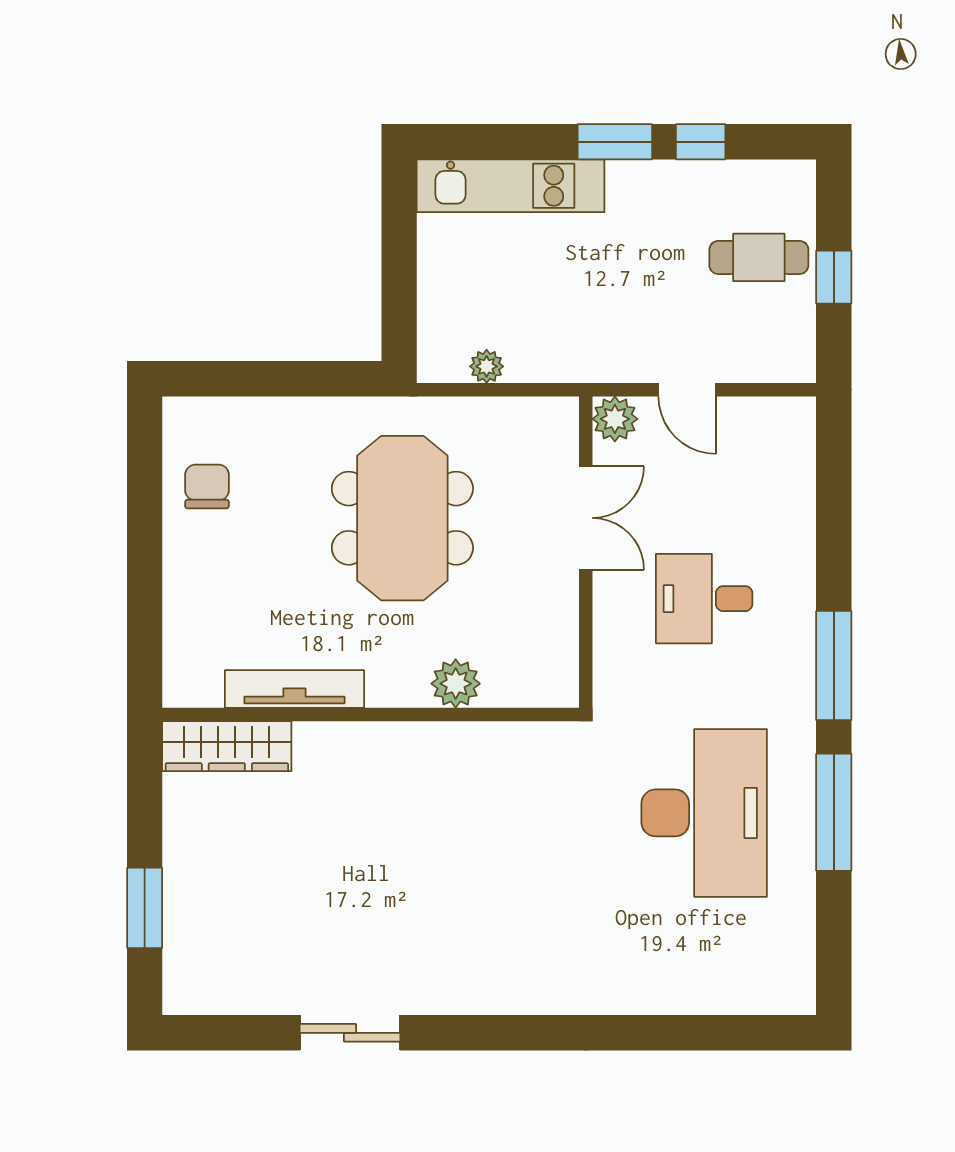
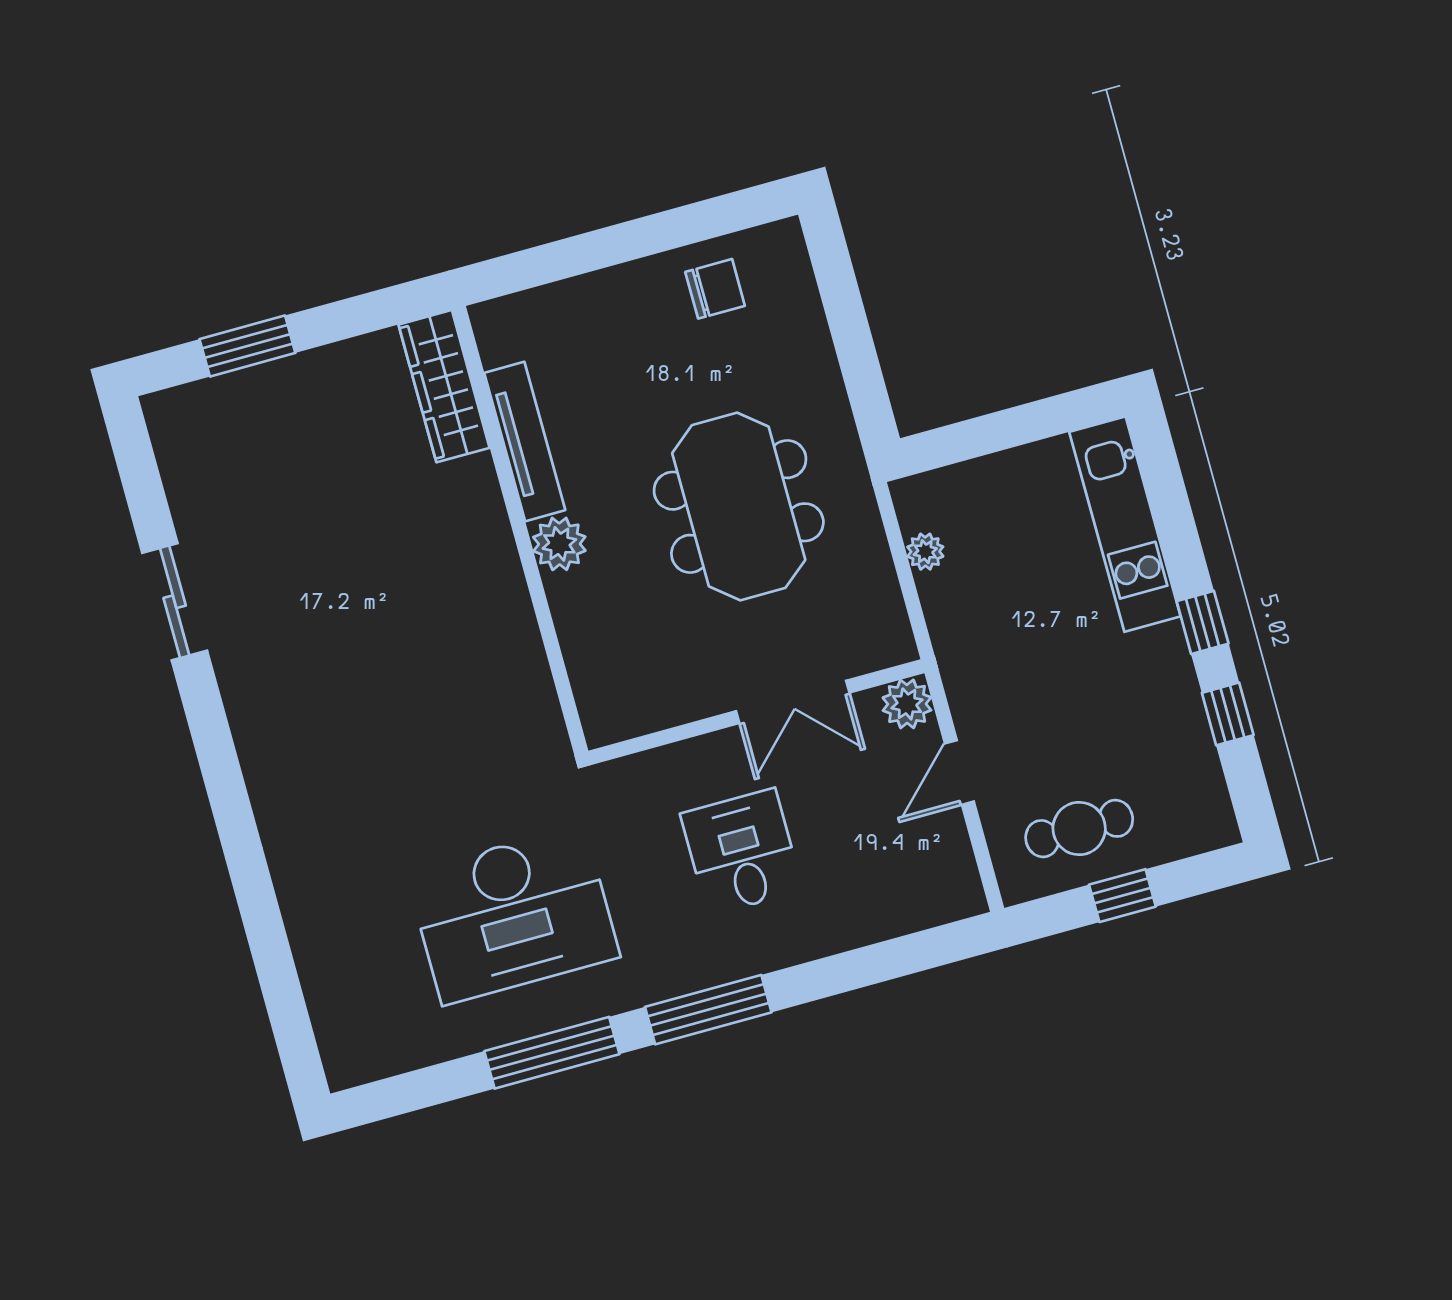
window: (615, 142) -> (1203, 622), width x0.67
cafe table: (759, 257) -> (1079, 828), moved, turned 90
meeting table: (402, 518) -> (739, 506), turned 90
plant: (456, 684) -> (559, 544), moved

